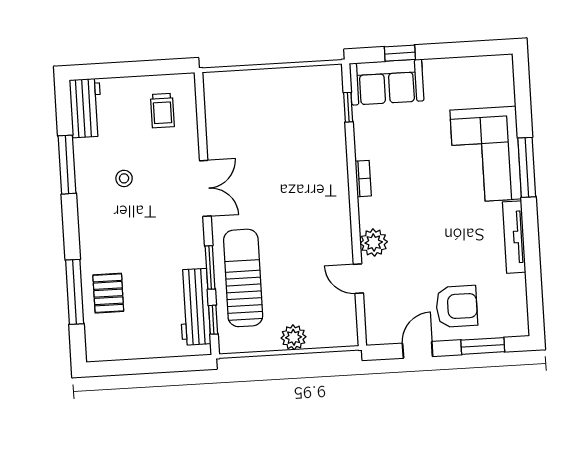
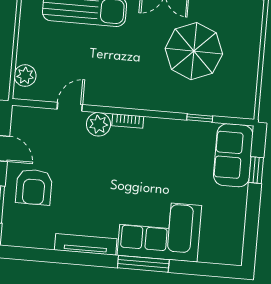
window: (348, 107) -> (200, 118), moved
parasol: (273, 145) -> (194, 51), added
bookcase: (363, 179) -> (128, 121), moved
plant: (294, 337) -> (25, 76), moved

